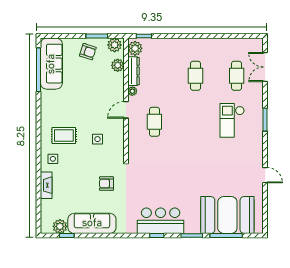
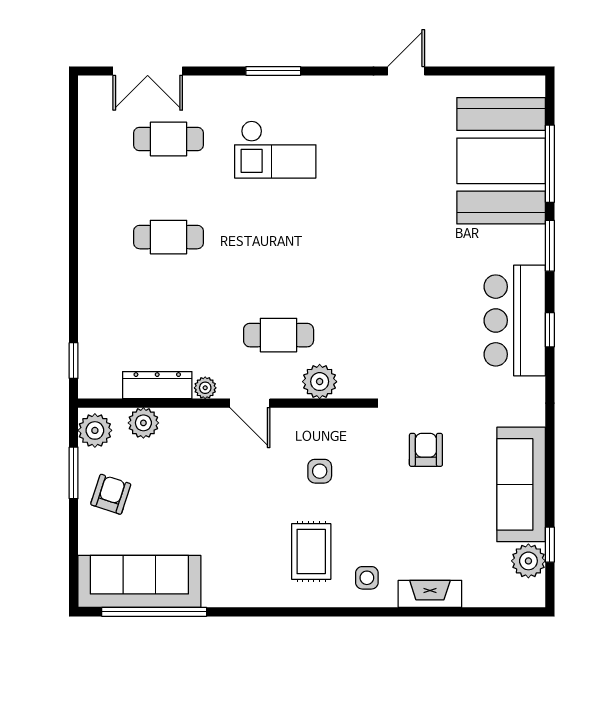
plant: (135, 48) -> (320, 382), moved
armchair: (106, 184) -> (426, 450), turned 180

